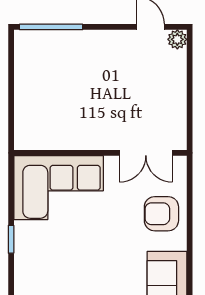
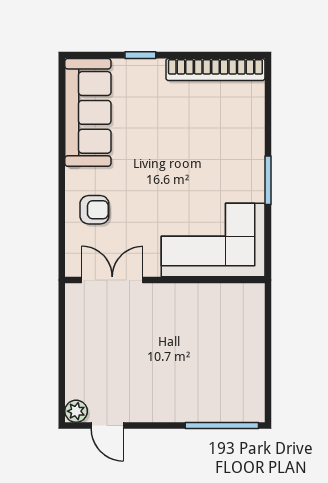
armchair: (161, 214) -> (94, 210), width x0.72, depth x0.72
window: (11, 239) -> (268, 180), width x1.50

